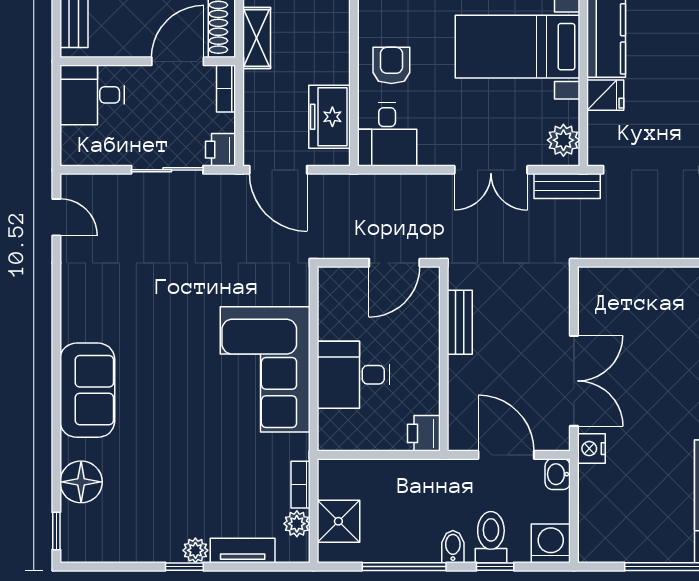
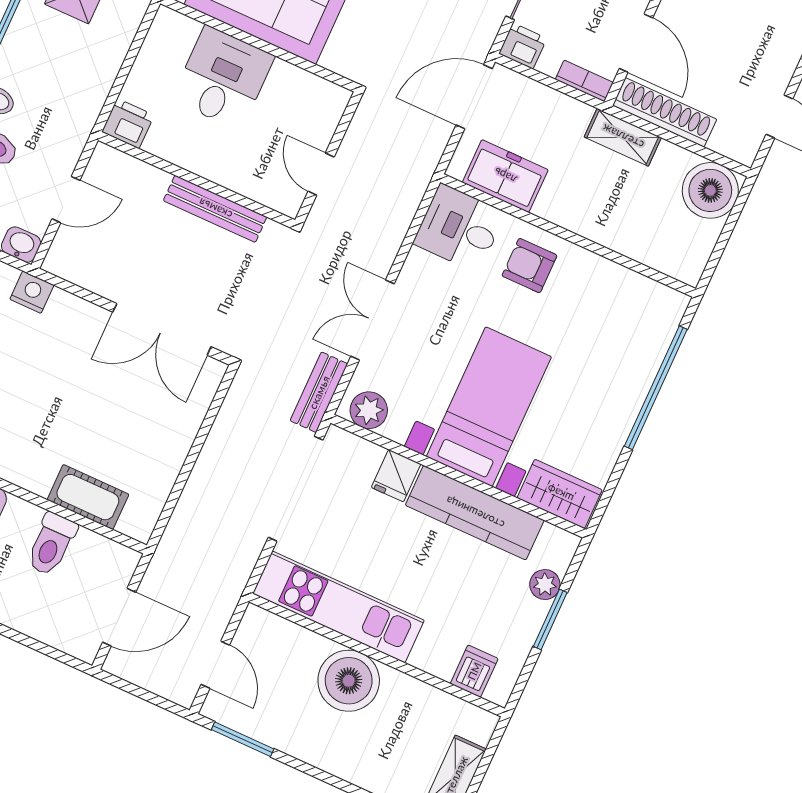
armchair: (391, 65) -> (529, 266), turned 180
door: (394, 263) -> (321, 174), width x0.73
bench: (460, 322) -> (215, 209), width x1.36
double door: (574, 381) -> (162, 329), moved
door: (506, 455) -> (66, 200), width x0.73

